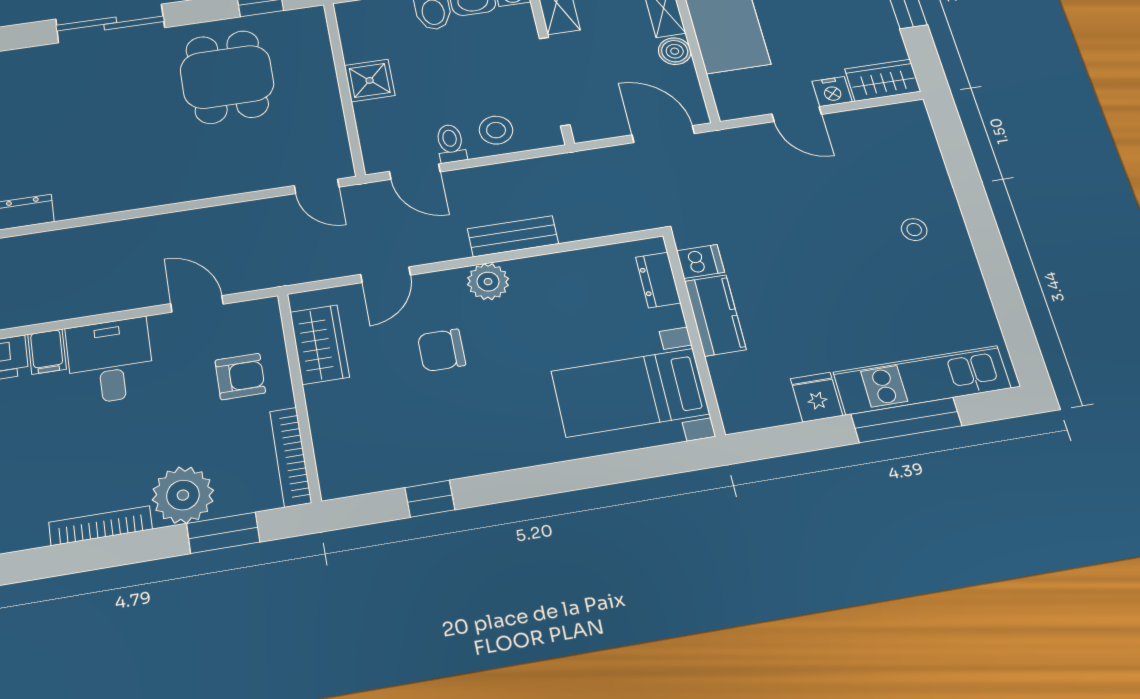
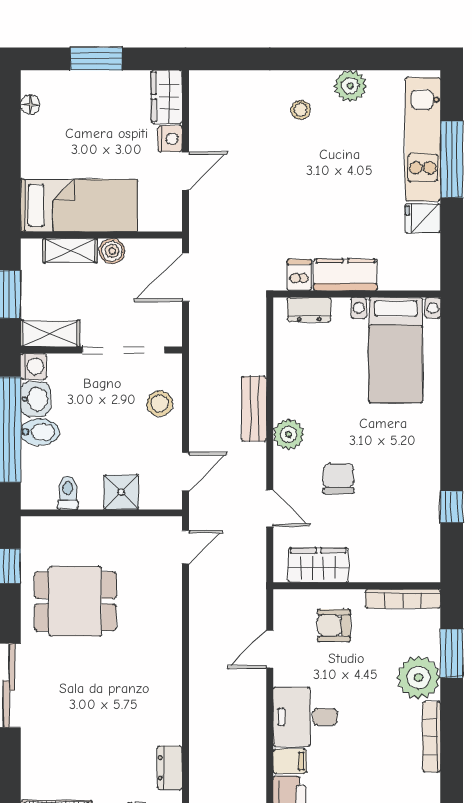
shower: (370, 80) -> (121, 492), moved
toilet: (451, 143) -> (68, 493), moved, turned 90
plant: (964, 282) -> (350, 86), added
chair: (441, 350) -> (338, 478), turned 180
armchair: (240, 377) -> (334, 626), turned -90

